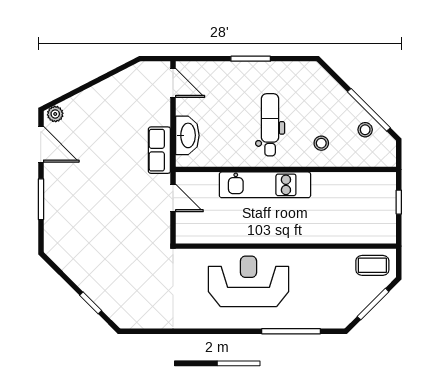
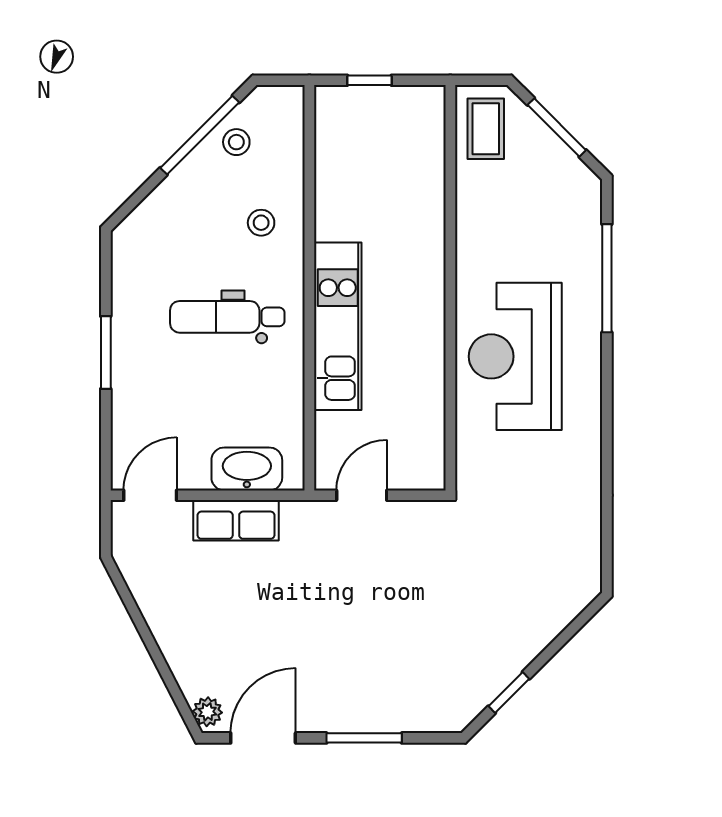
row of seats: (159, 150) -> (236, 520), moved
window: (91, 303) -> (509, 693), moved

